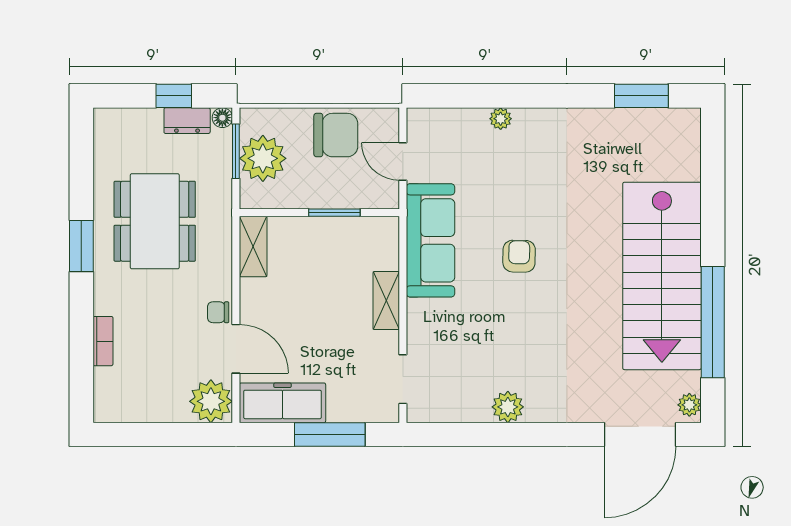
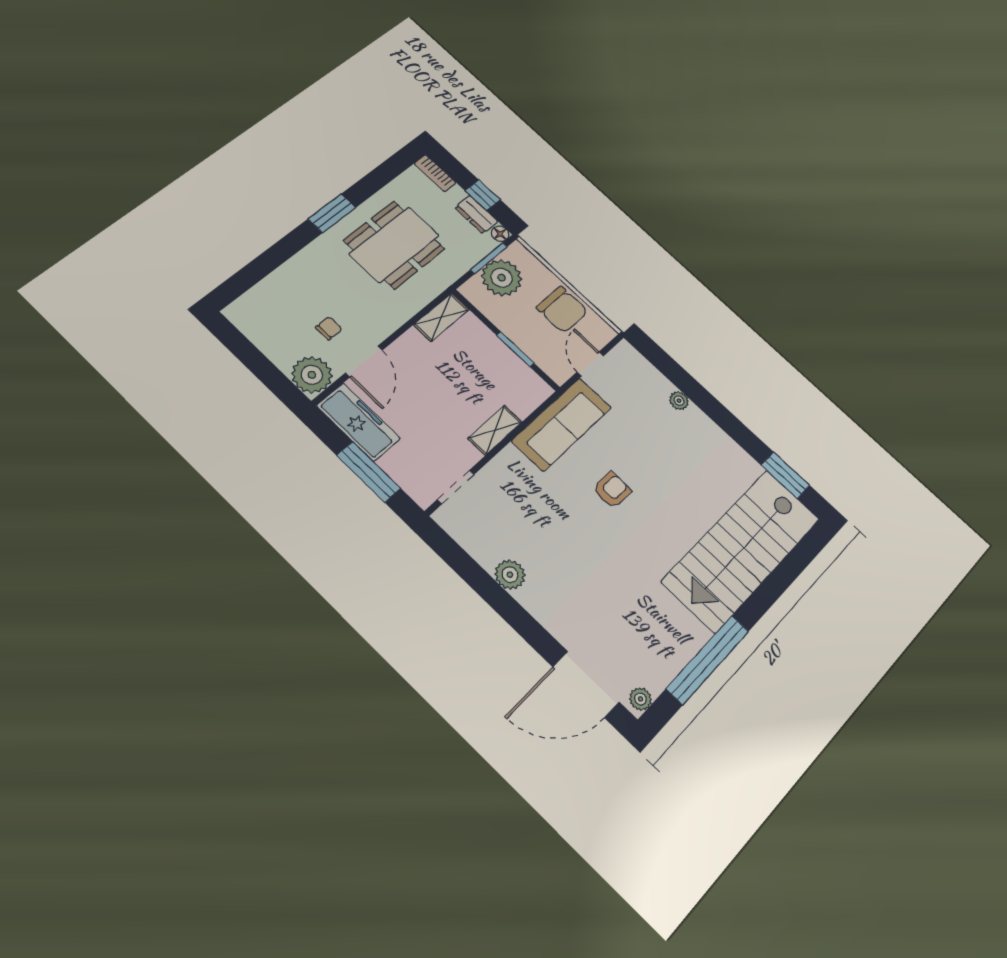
stairs: (662, 276) -> (742, 550), moved
chair: (218, 312) -> (329, 328), moved, turned 90
bookcase: (103, 341) -> (435, 173), moved, turned 90

